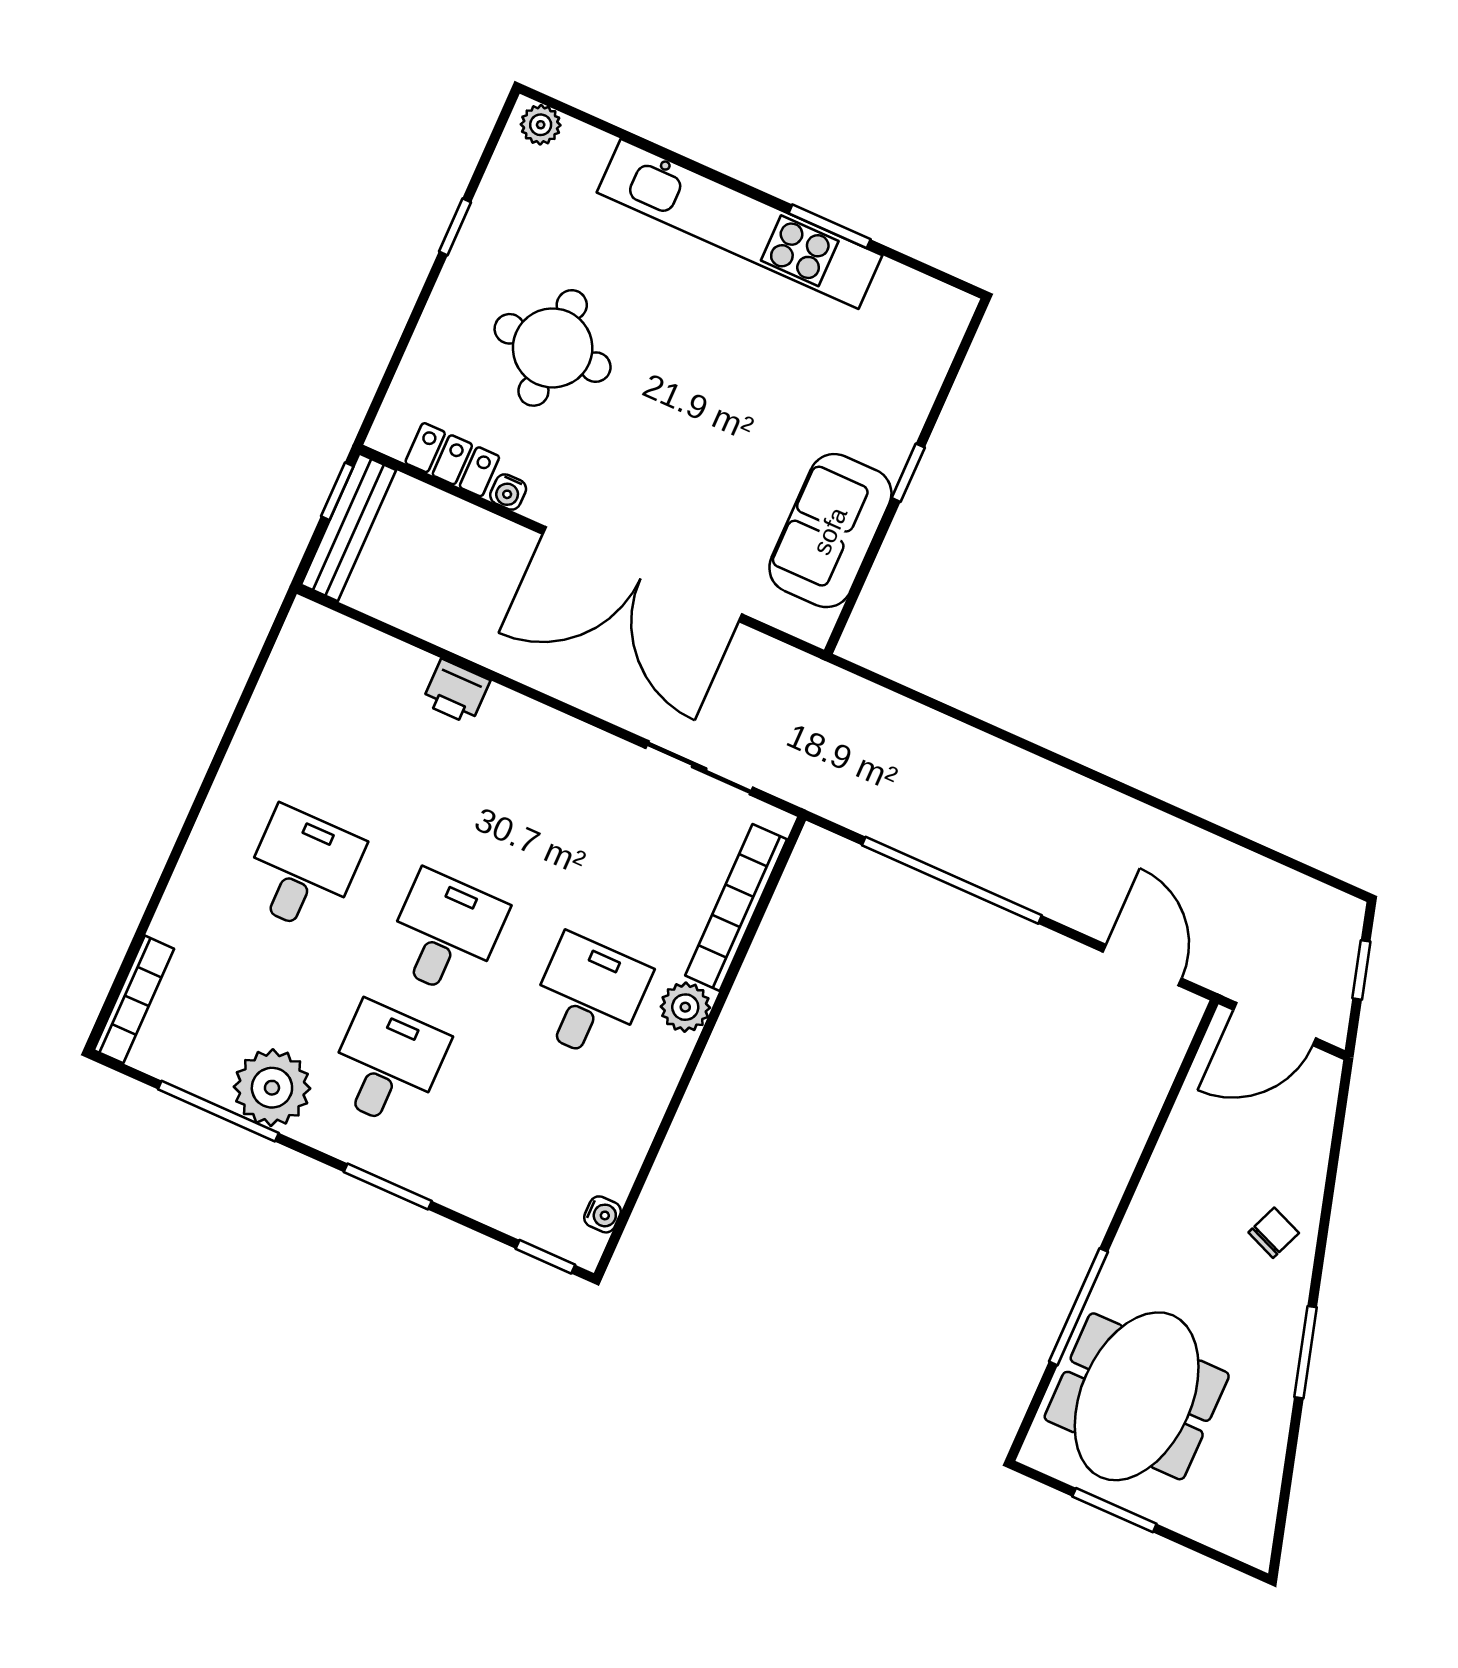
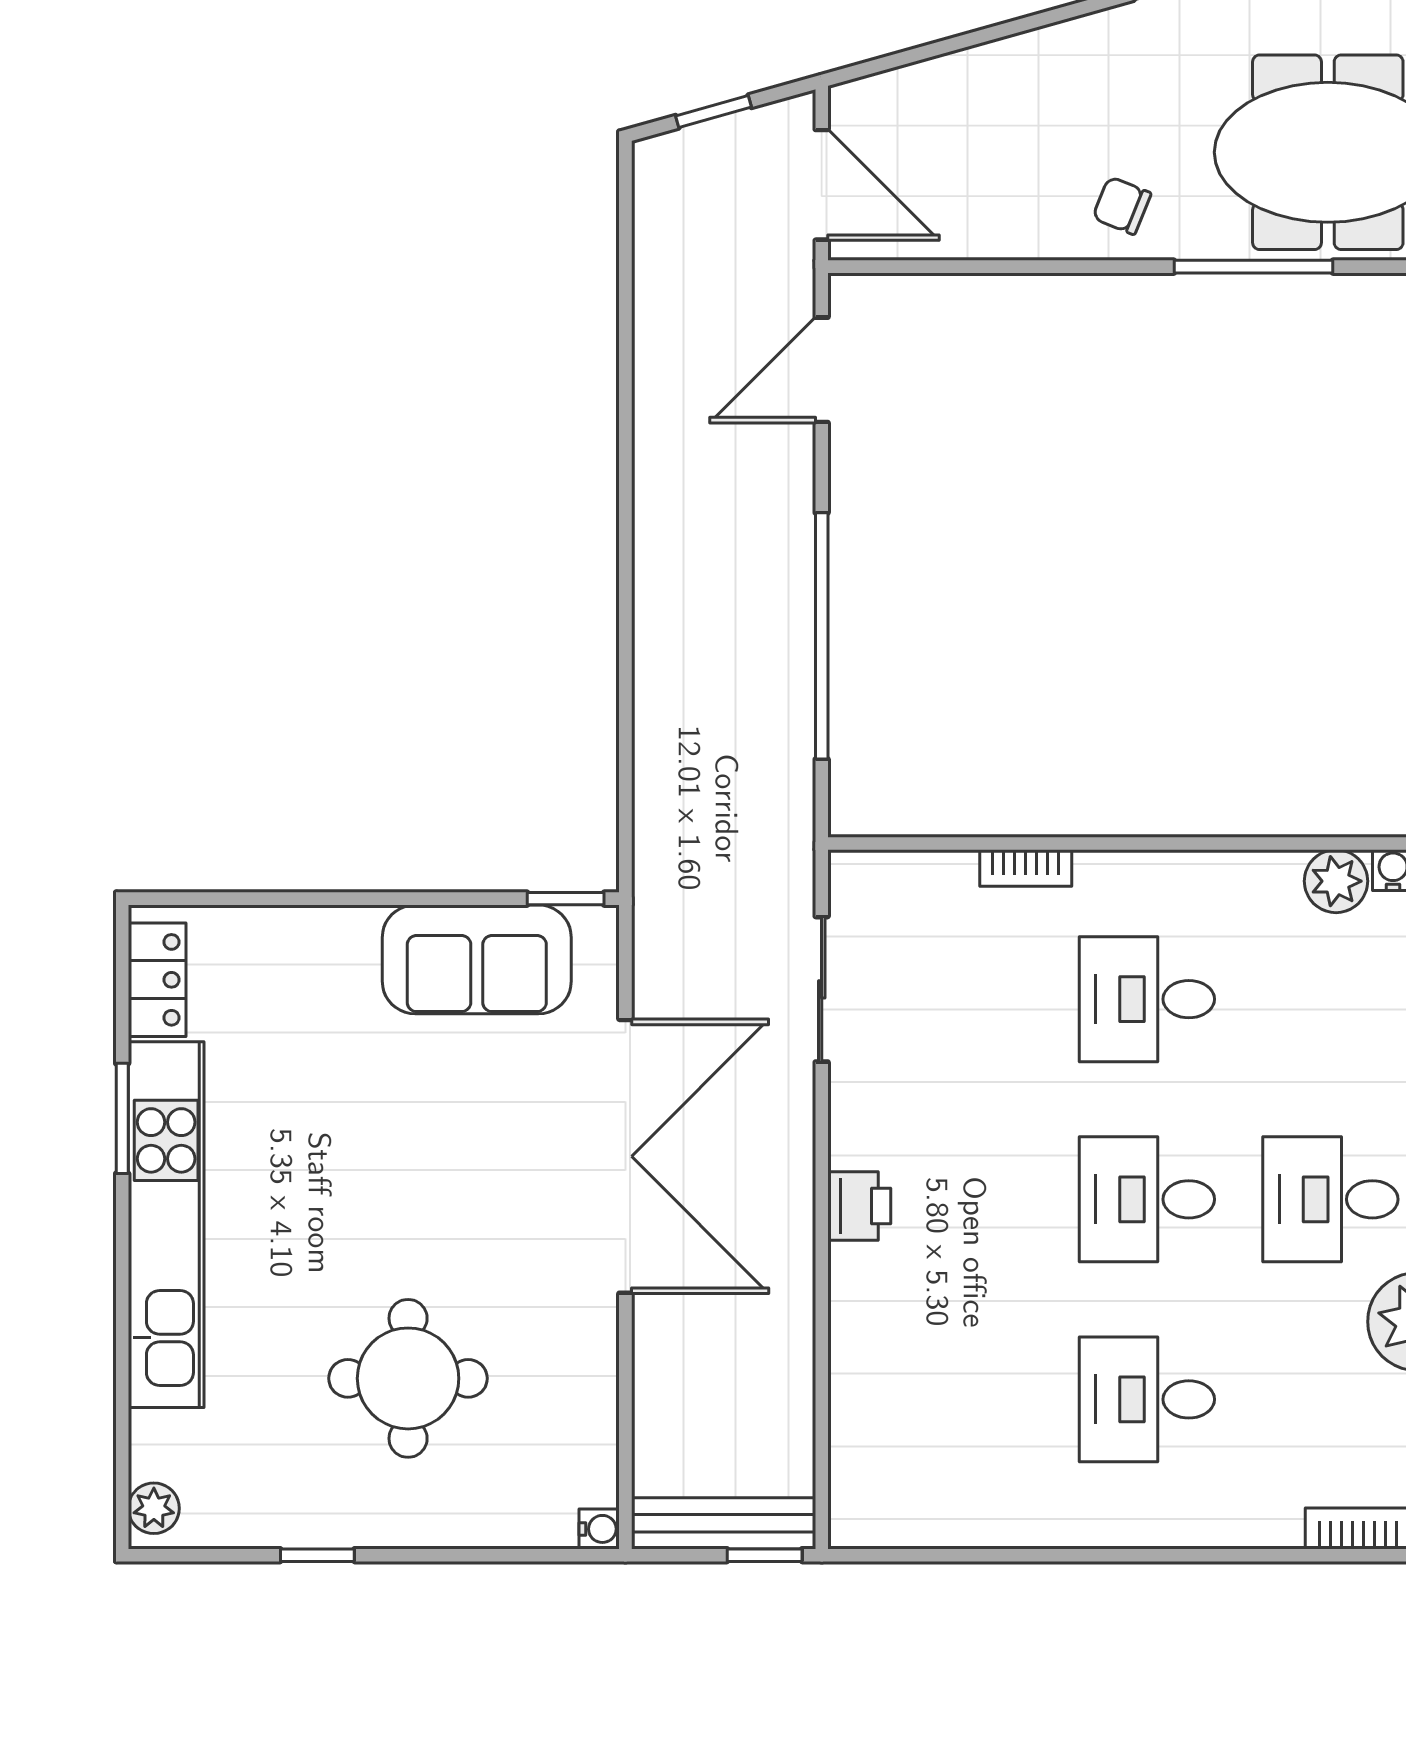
locker: (452, 460) -> (157, 980), moved, turned 180
window: (908, 473) -> (566, 899), moved
window: (337, 491) -> (765, 1555), moved
water cooler: (508, 492) -> (599, 1529), moved
printer: (456, 692) -> (859, 1206), moved
bookcase: (736, 907) -> (1026, 868), width x0.43, depth x0.76
plant: (685, 1007) -> (1336, 881), moved
chair: (1274, 1233) -> (1122, 206), moved

